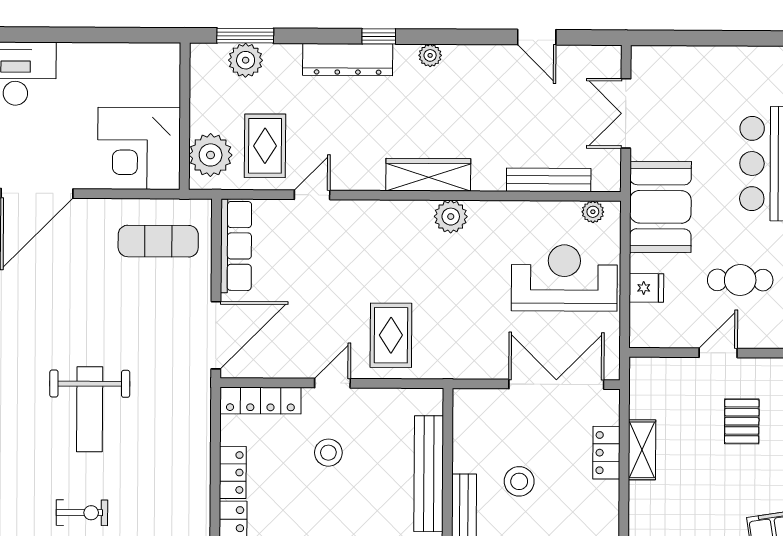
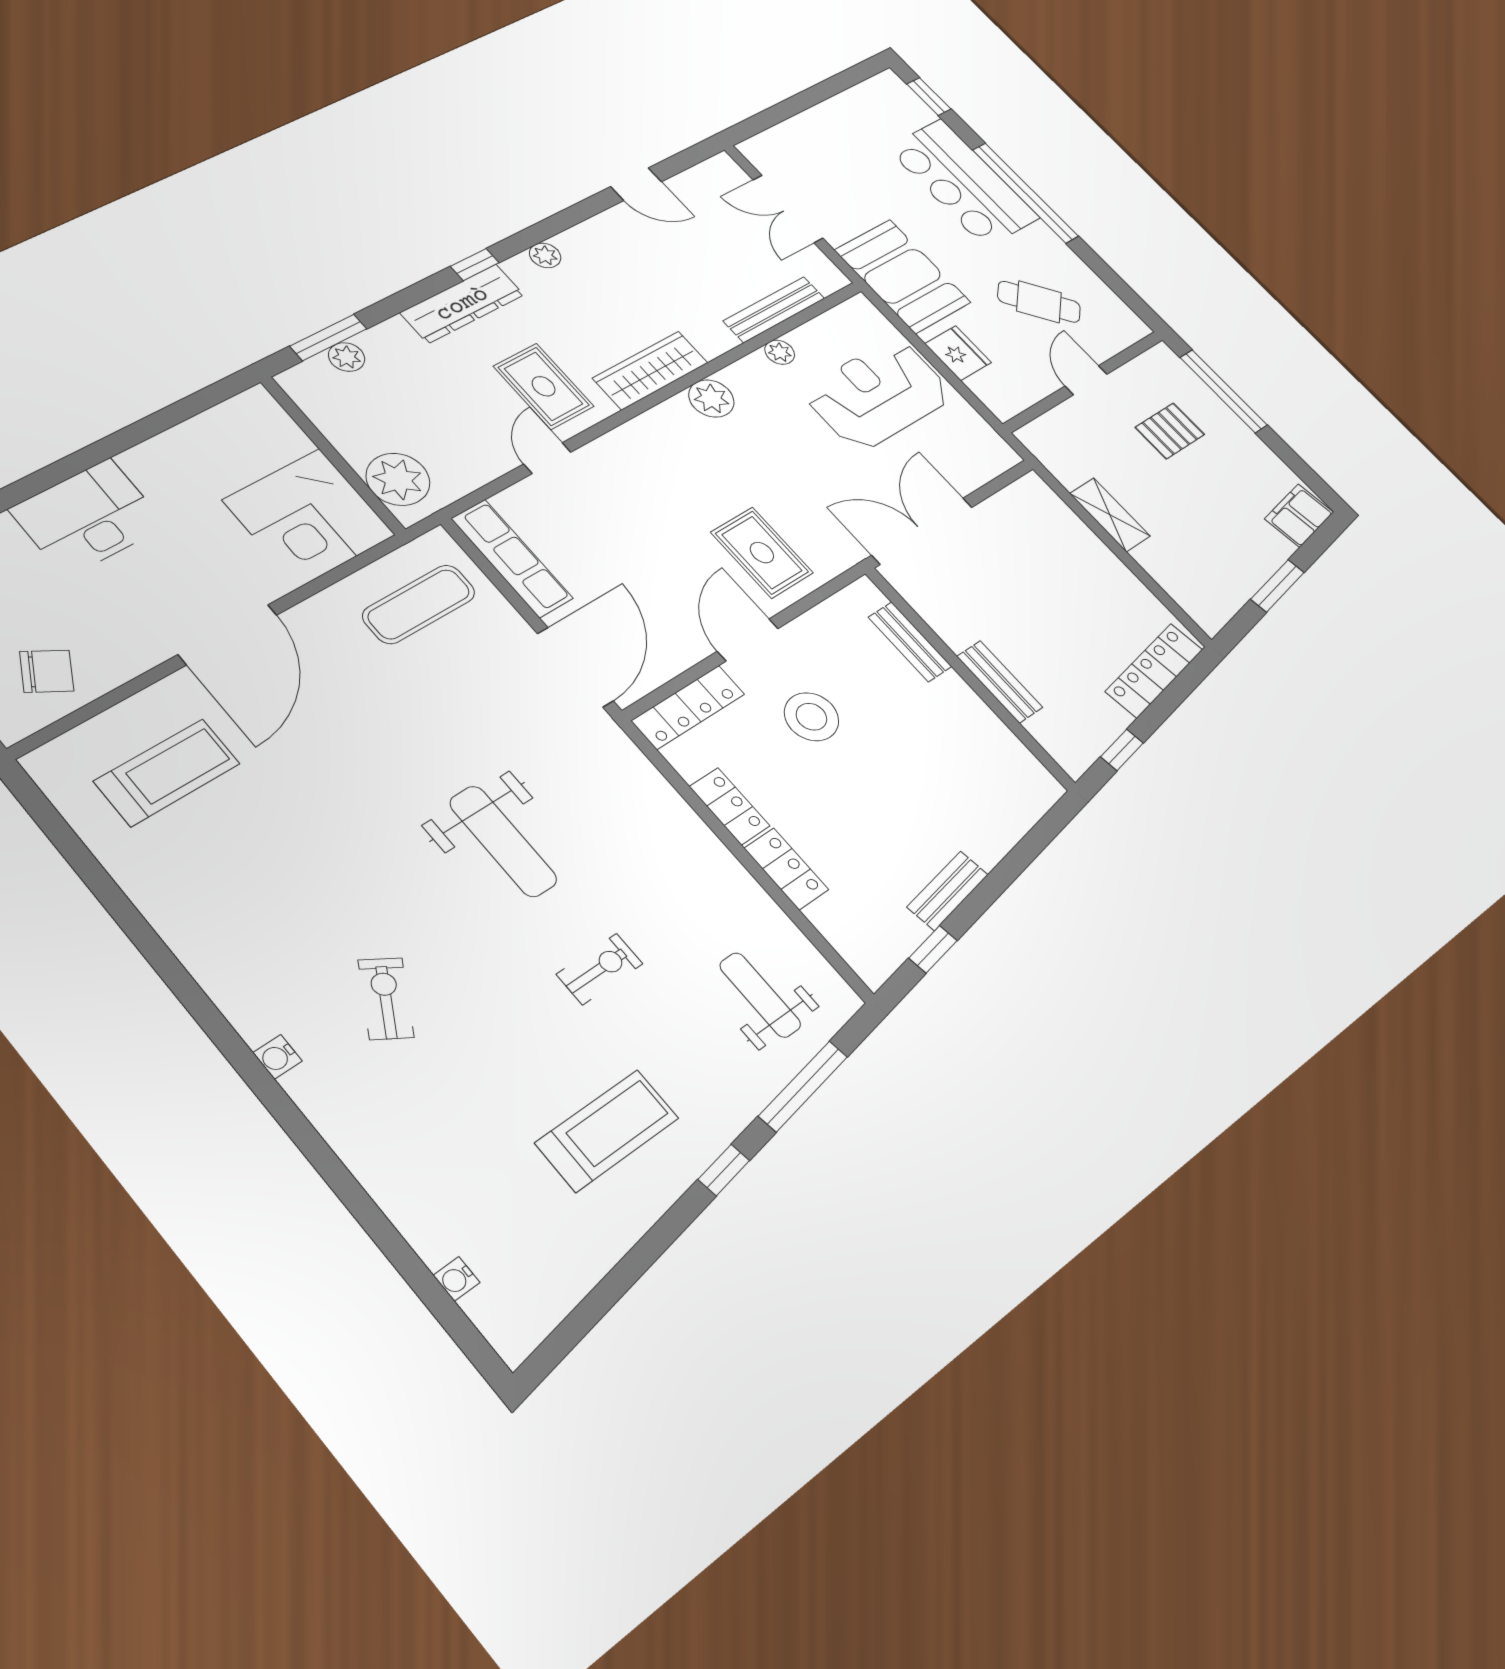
plant: (246, 60) -> (347, 357), width x0.73, depth x0.73
rug: (265, 146) -> (544, 386), moved
plant: (593, 212) -> (780, 352), moved
cafe table: (740, 280) -> (1039, 302), turned 49
fridge: (646, 288) -> (958, 353), width x1.38
door: (332, 383) -> (748, 640), width x1.38
double door: (556, 384) -> (922, 531), moved
pallet: (742, 421) -> (1170, 431), turned 90
stool: (328, 453) -> (811, 717), width x1.38, depth x1.38
locker: (606, 453) -> (1081, 539), removed
bench: (429, 474) -> (910, 642), width x0.54, depth x0.82
stool: (519, 481) -> (1028, 621), removed

